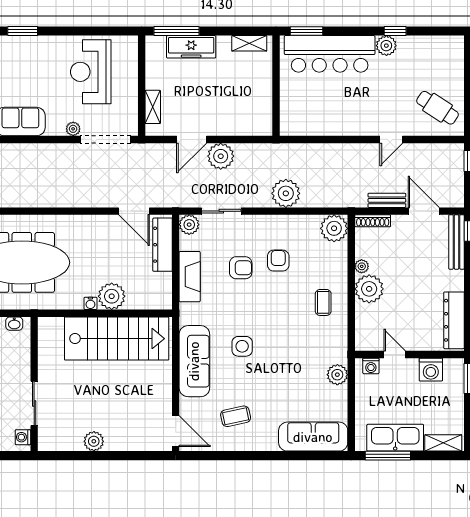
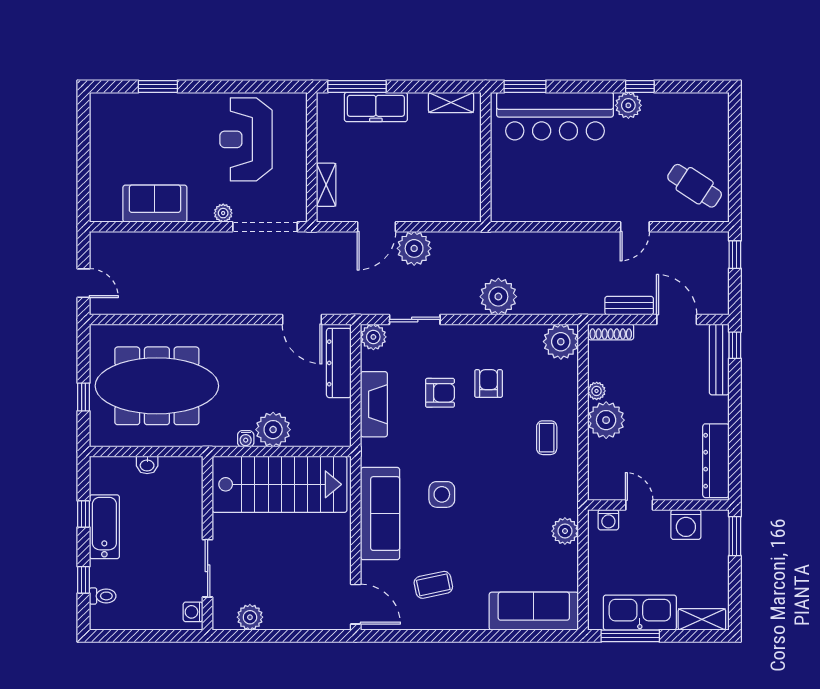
wall: (34, 384) -> (208, 543), moved
sliding door: (34, 403) -> (208, 568), moved
washing machine: (23, 437) -> (193, 612), moved

